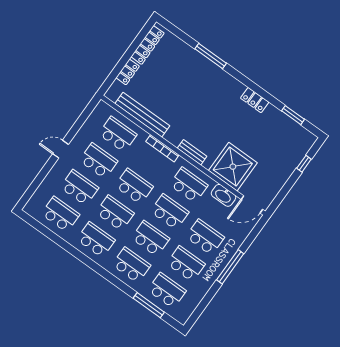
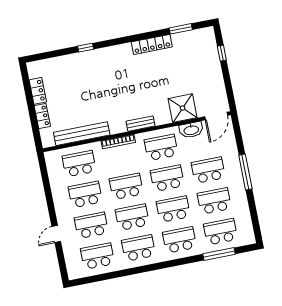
locker: (147, 45) -> (38, 91), width x0.66
window: (211, 56) -> (86, 48), width x0.46
locker: (255, 100) -> (152, 44), width x1.53
door: (61, 149) -> (56, 234), moved
shower: (233, 167) -> (183, 108), width x0.73, depth x0.73

